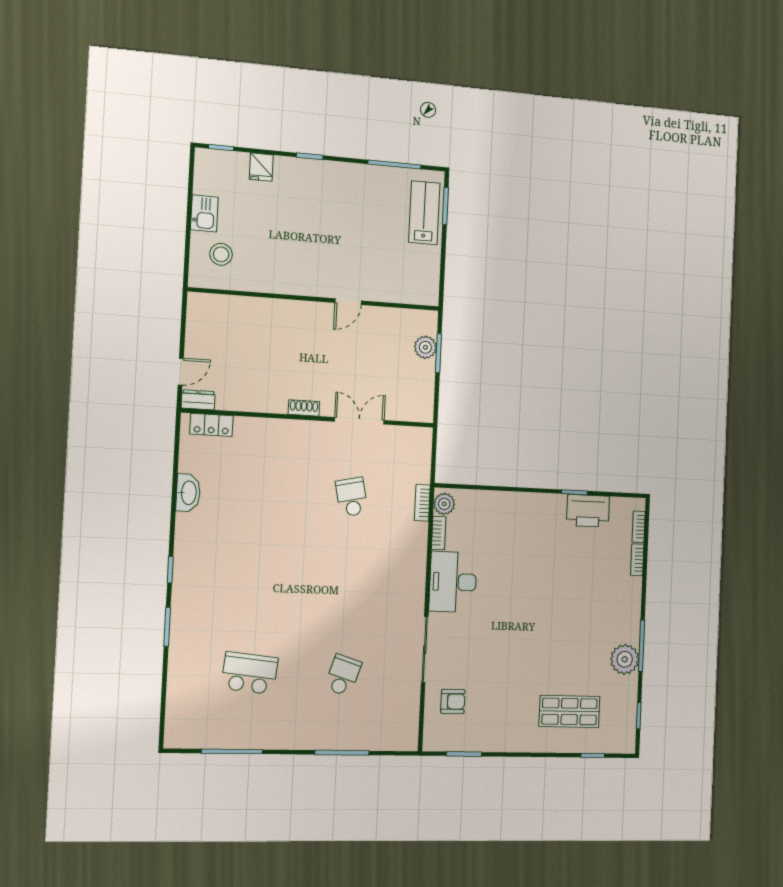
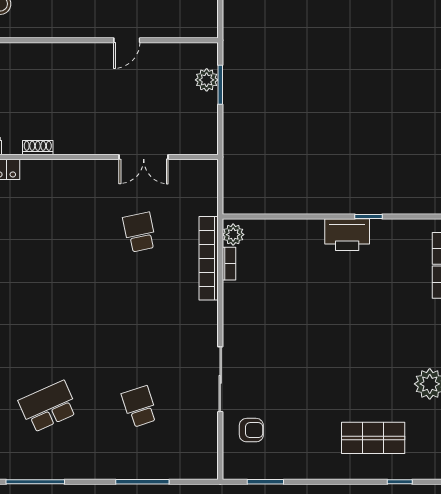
shoe rack: (304, 408) -> (38, 148), moved
double door: (359, 421) -> (144, 157), swing flipped
bookcase: (422, 503) -> (209, 258), width x2.31, depth x1.31
printer: (588, 511) -> (347, 235), moved
desk: (453, 582) -> (246, 312), removed
school desk: (249, 673) -> (48, 407), turned -30
school desk: (343, 675) -> (140, 407), turned -36

